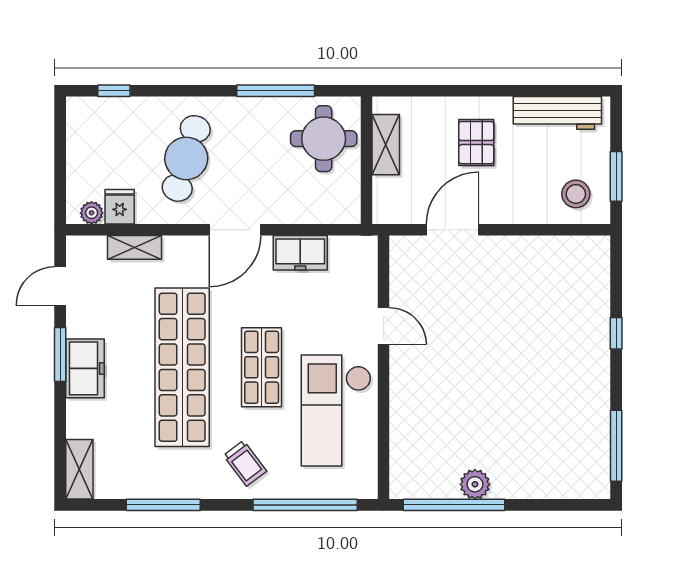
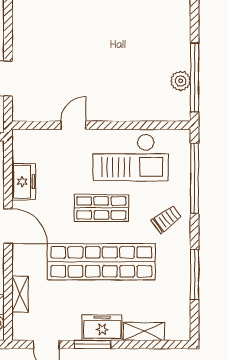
shelving: (79, 469) -> (144, 331), moved
plant: (475, 484) -> (181, 81), moved

